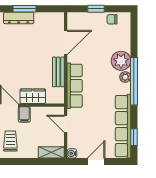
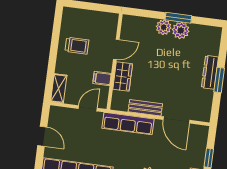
filing cabinet: (24, 114) -> (102, 79), moved
water cooler: (72, 153) -> (55, 111), removed

